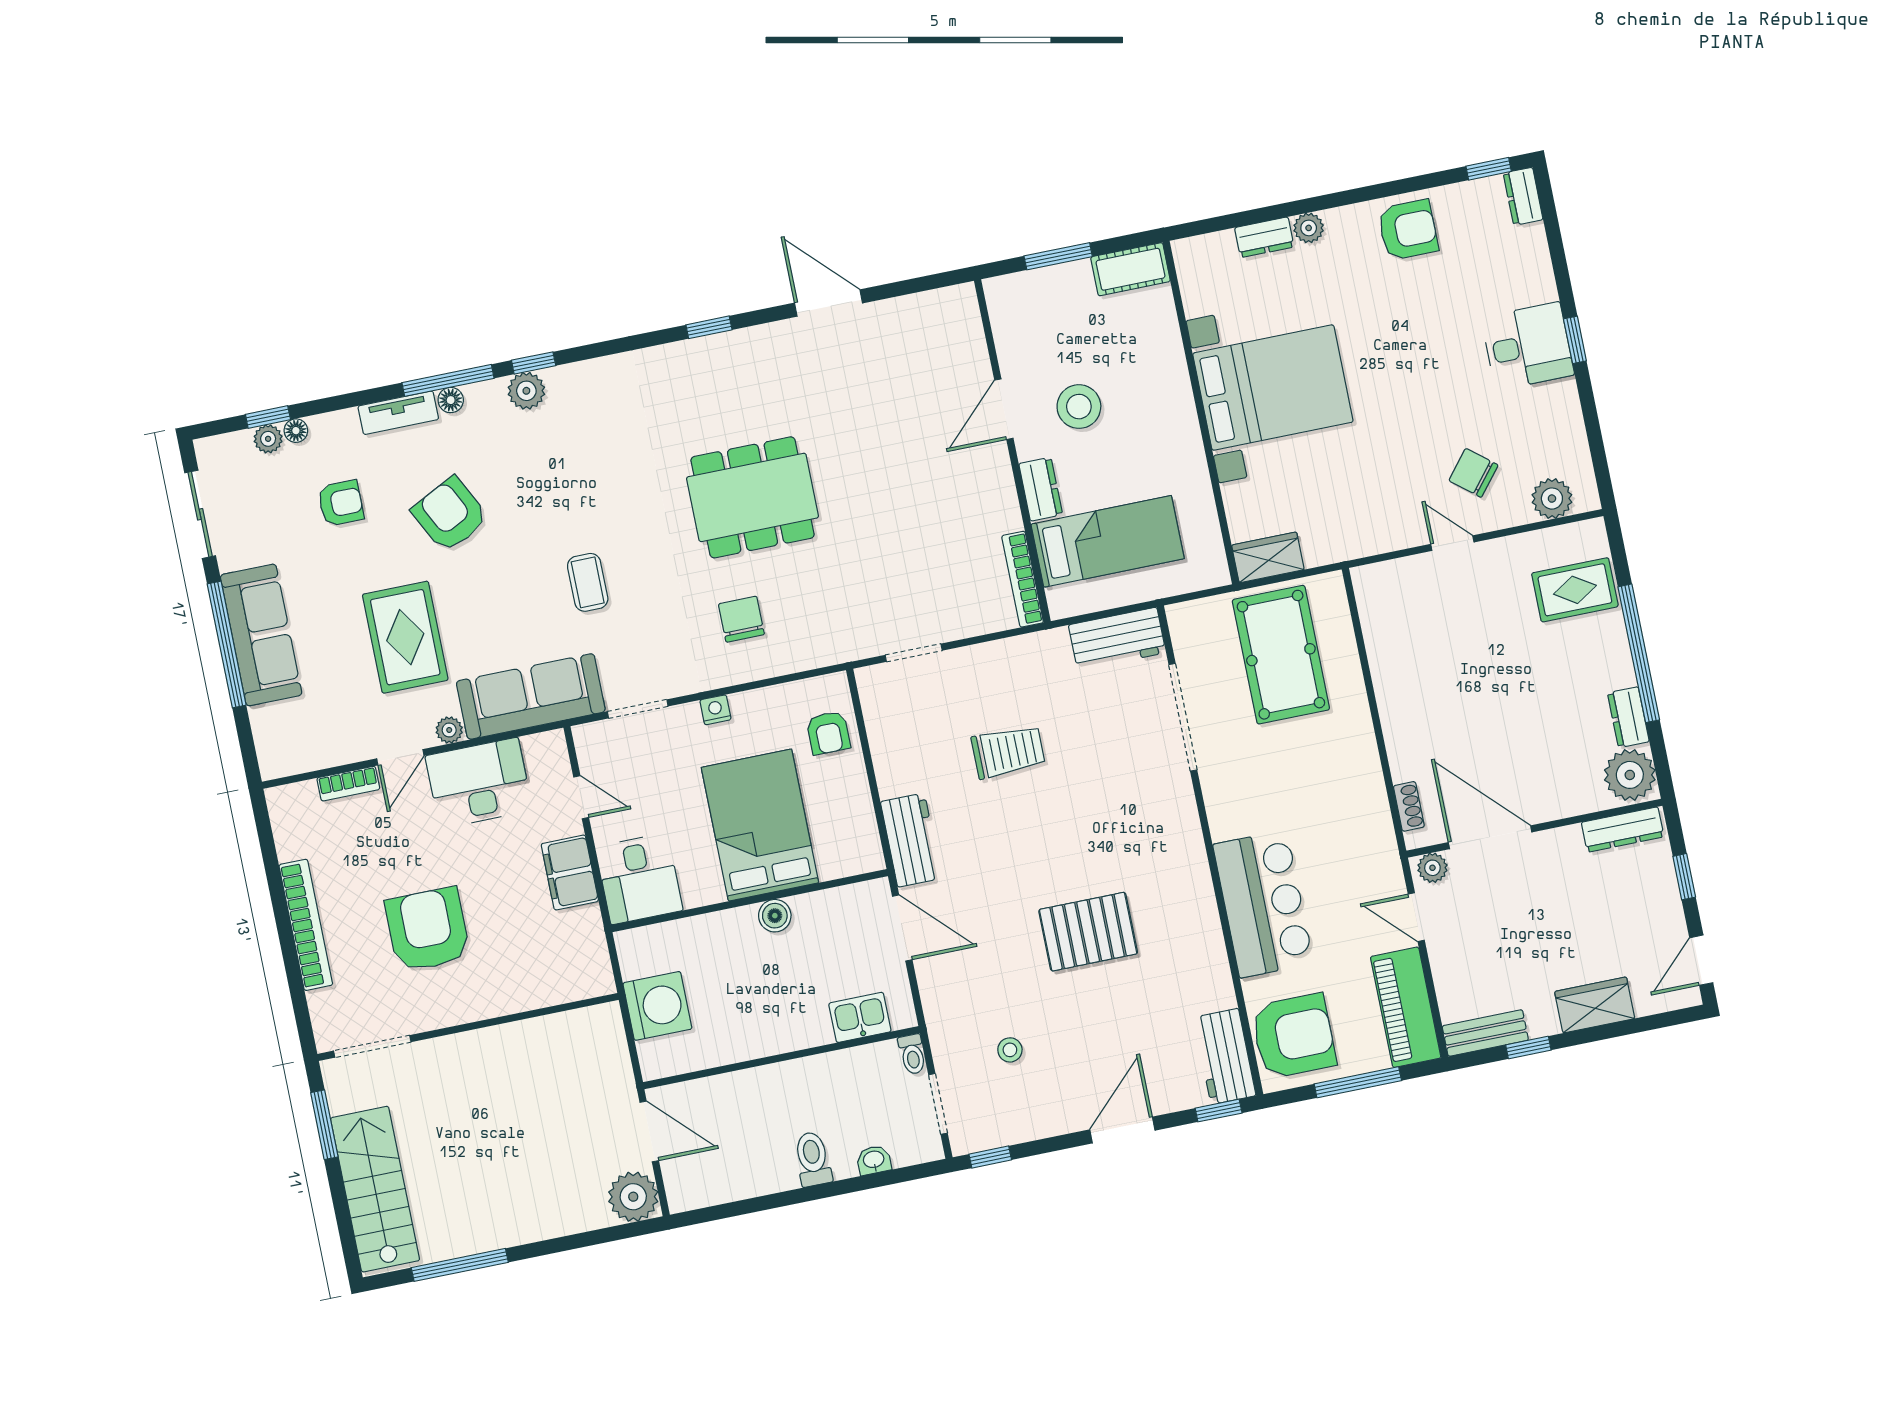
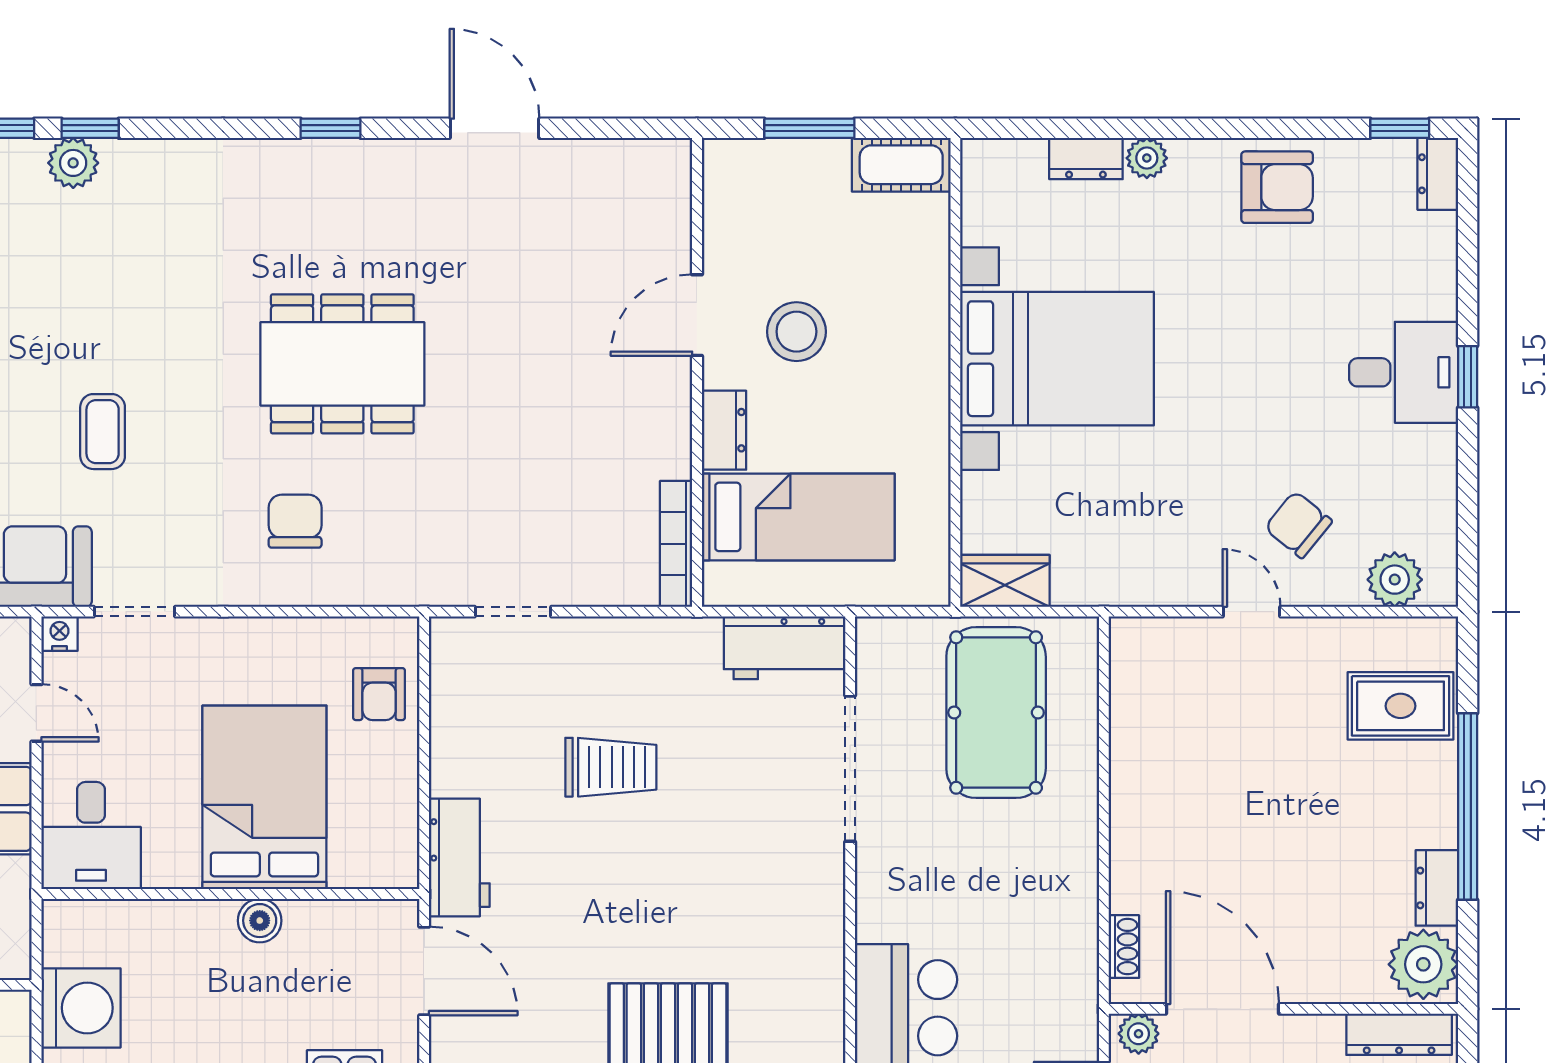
nightstand: (715, 710) -> (59, 634), moved

